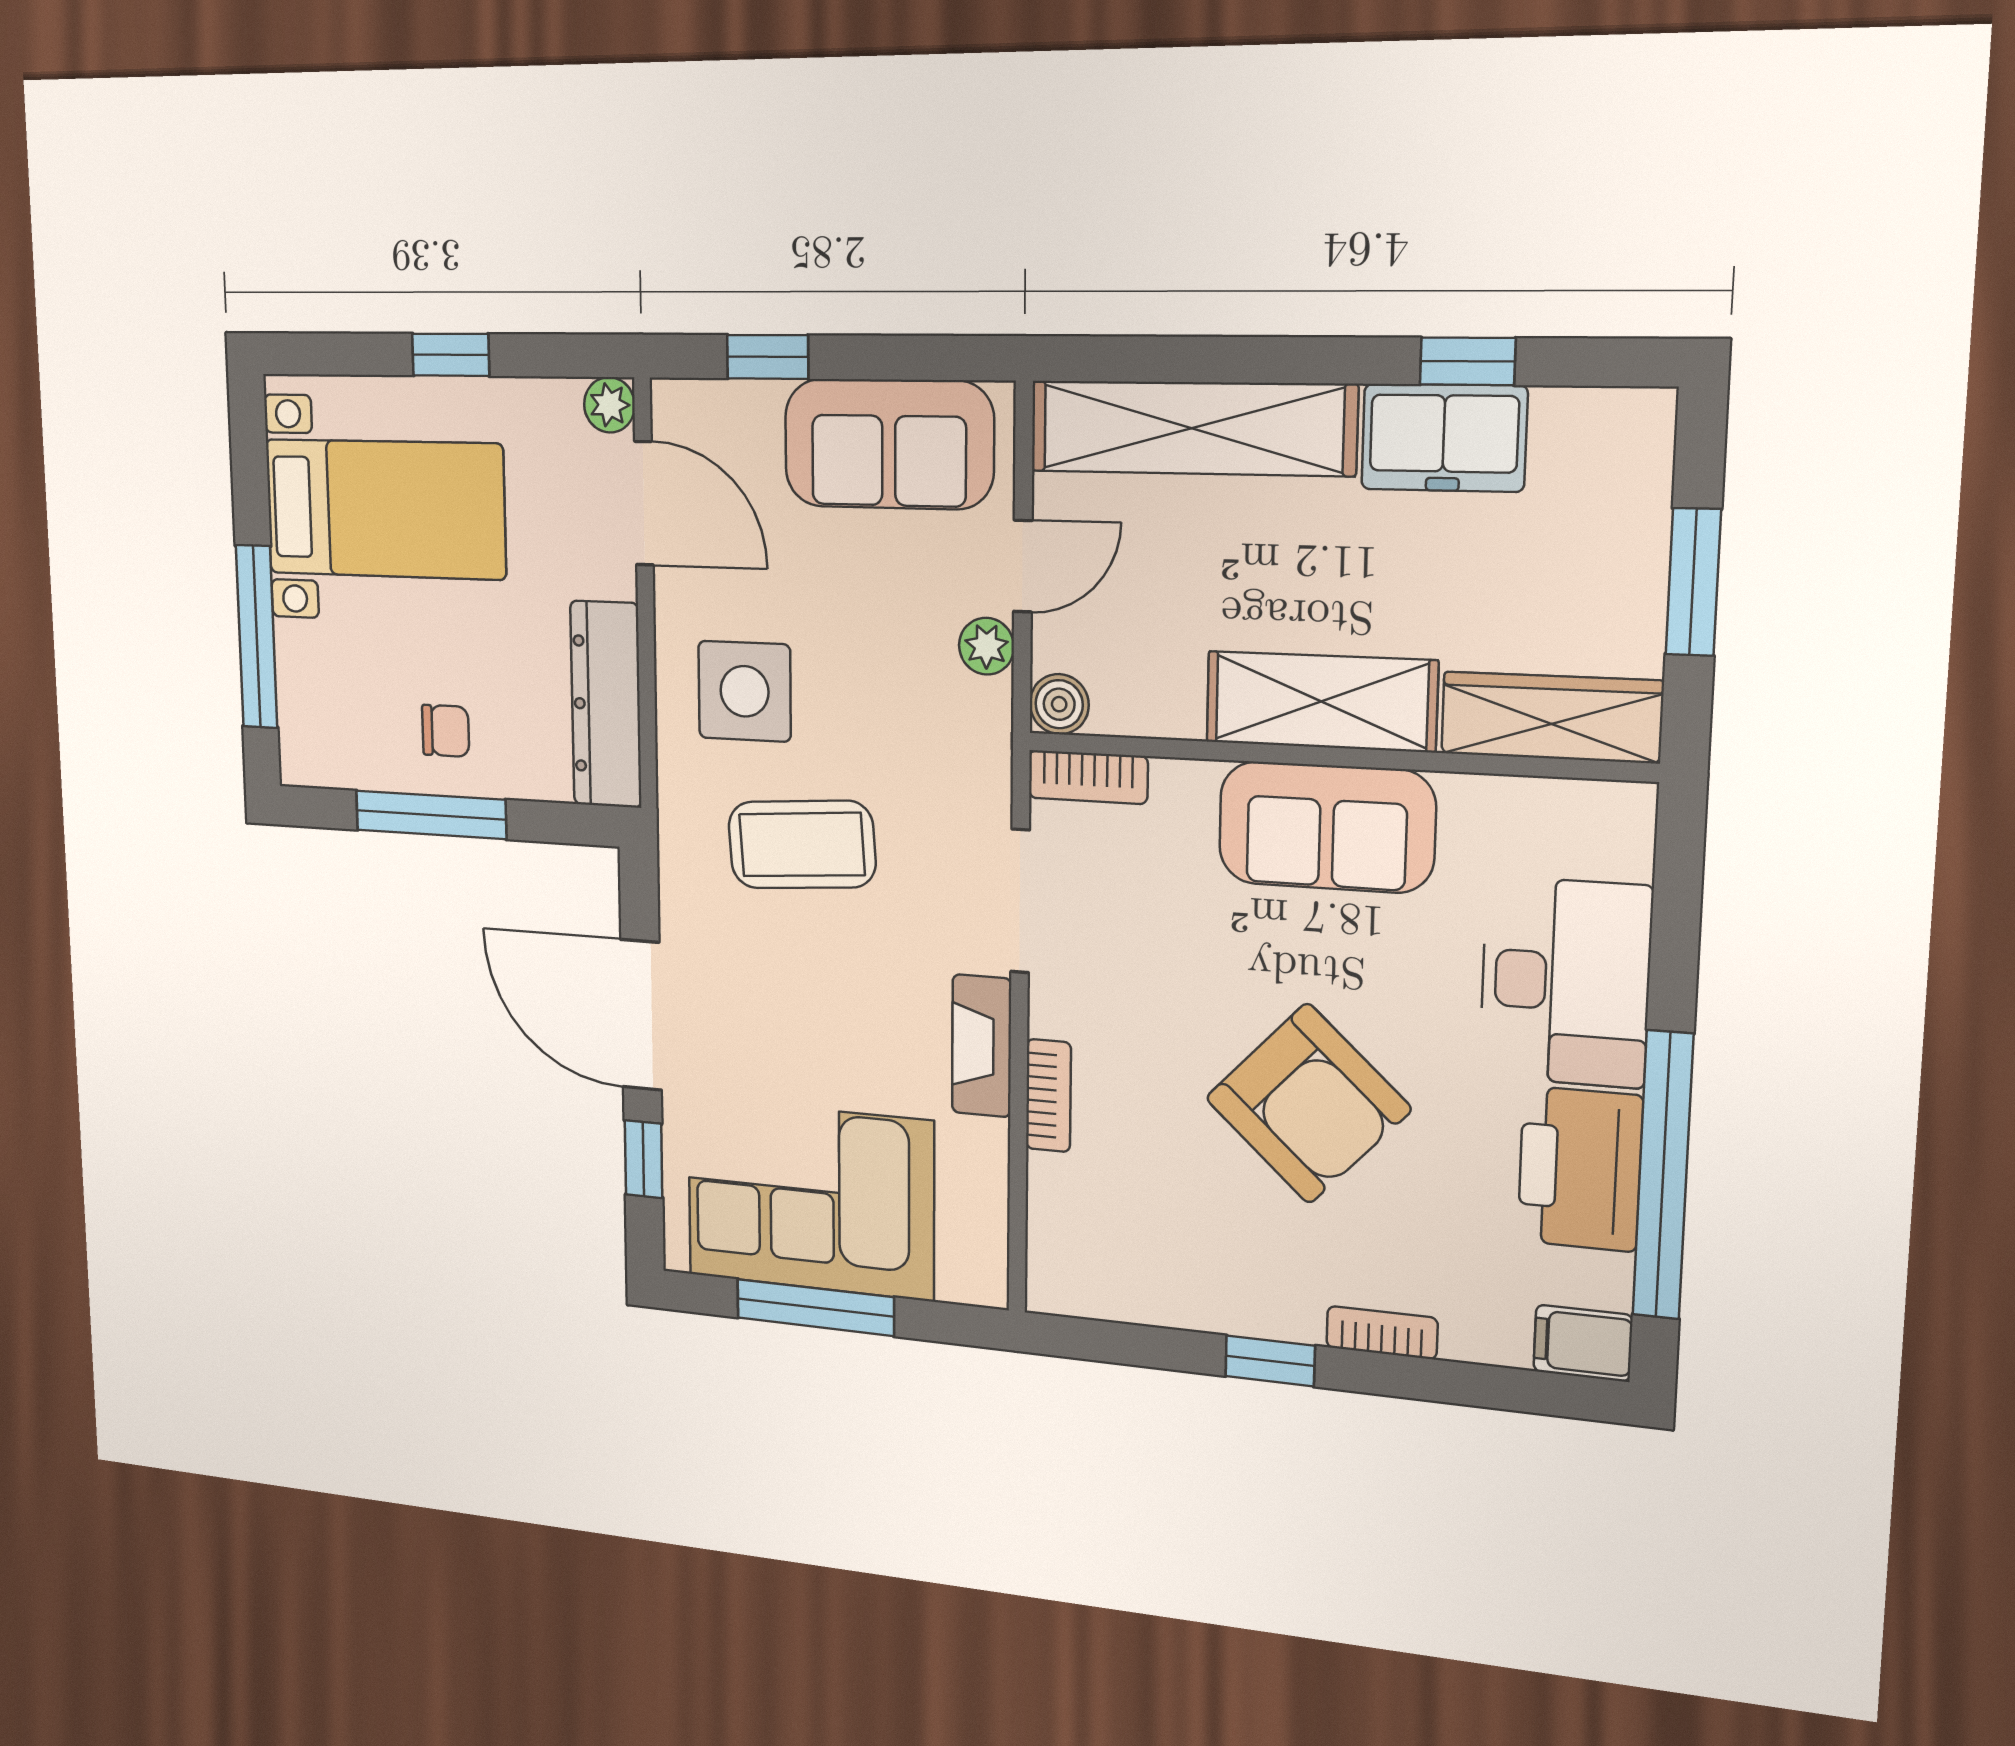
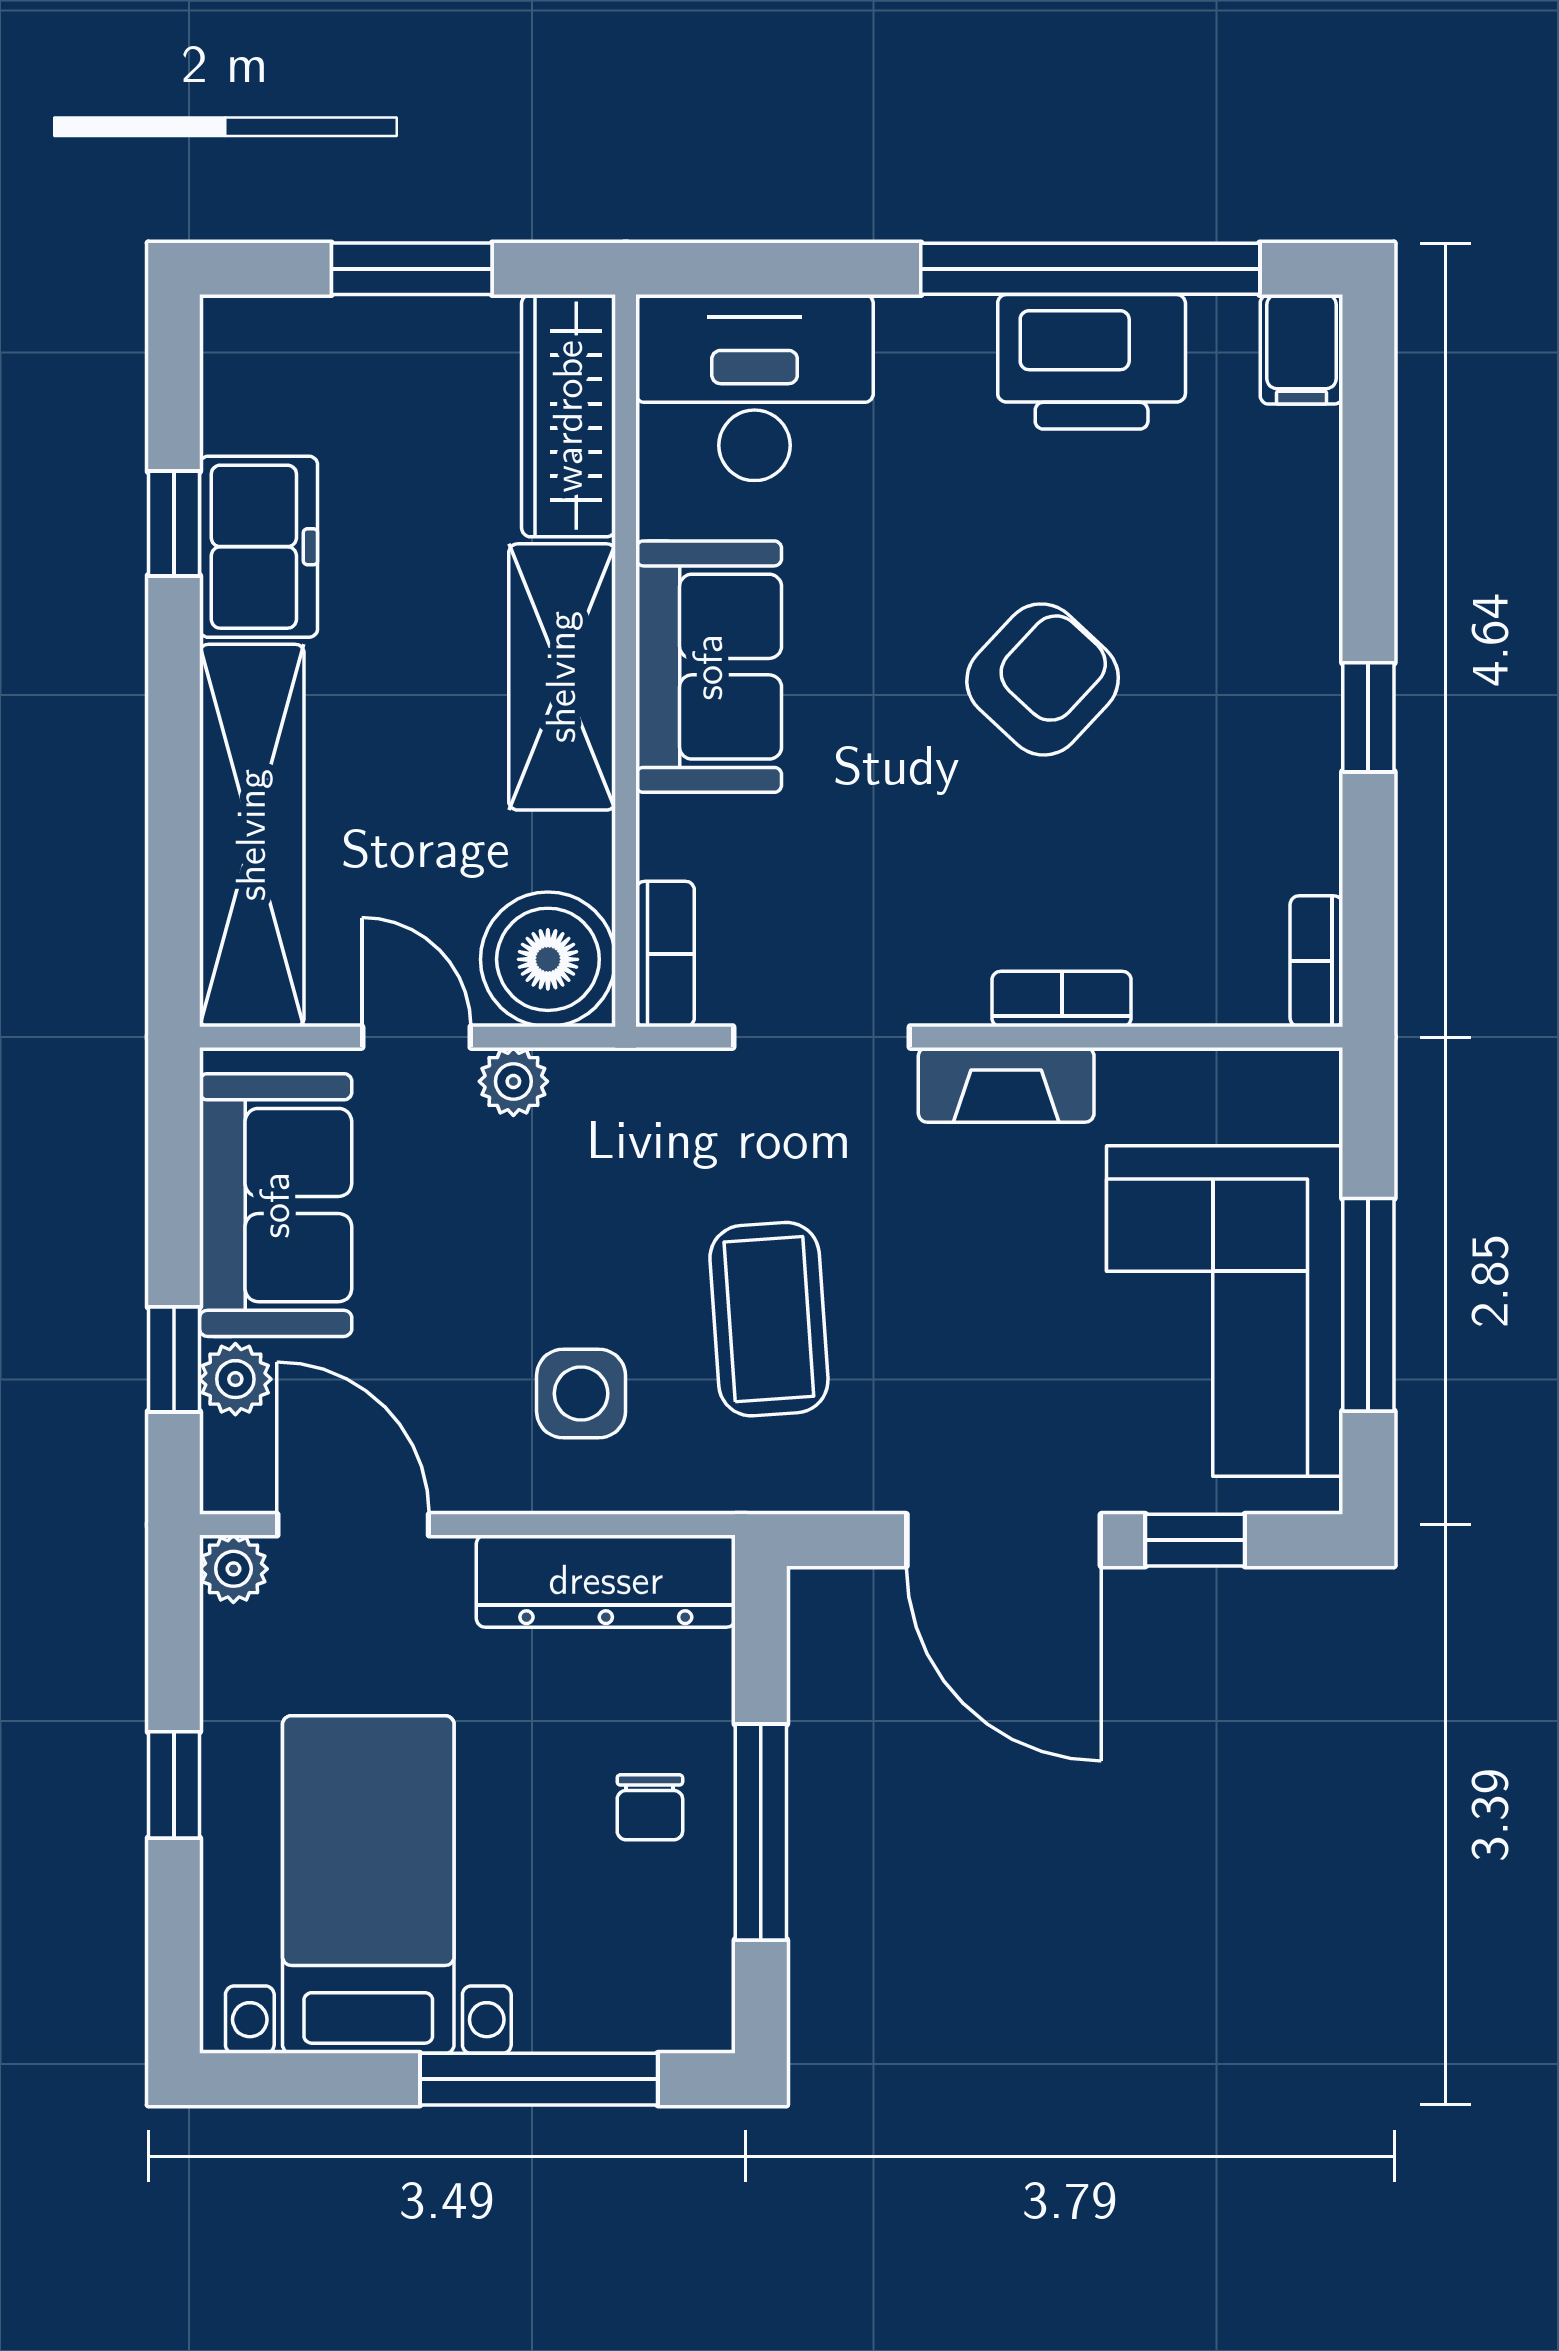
plant: (753, 408) -> (235, 1379), added
door: (644, 503) -> (353, 1525), hinge flipped
side table: (745, 691) -> (581, 1393), width x0.73, depth x0.73
boiler: (1059, 704) -> (548, 959), width x1.86, depth x1.86
chair: (446, 731) -> (650, 1807), turned 180
desk: (1565, 982) -> (755, 388), moved
door: (641, 1015) -> (1004, 1540), hinge flipped
armchair: (1308, 1104) -> (1043, 679), width x0.73, depth x0.73
bookcase: (1382, 1333) -> (1316, 961), moved

